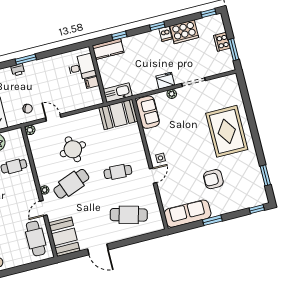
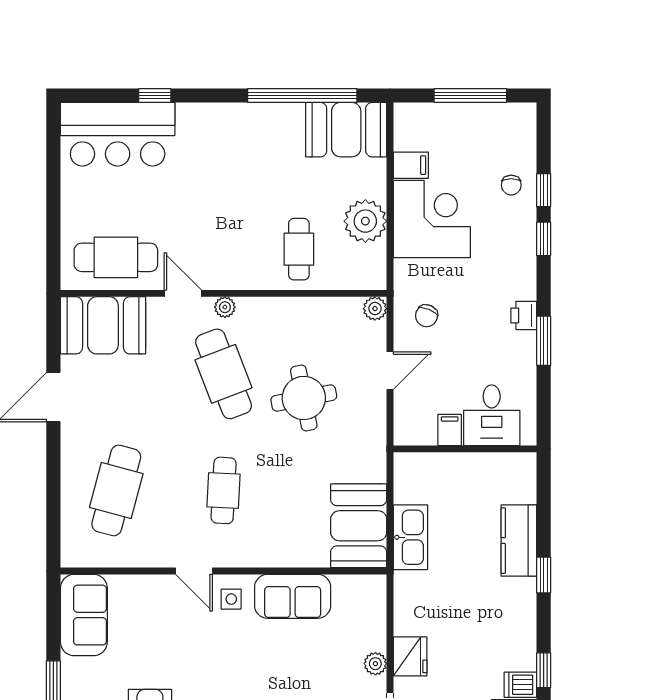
desk: (82, 67) -> (492, 415), moved
wall: (98, 74) -> (465, 449), moved
filing cabinet: (92, 82) -> (450, 430), moved
sofa: (148, 112) -> (293, 596), moved
sofa: (188, 214) -> (84, 615), width x0.73

